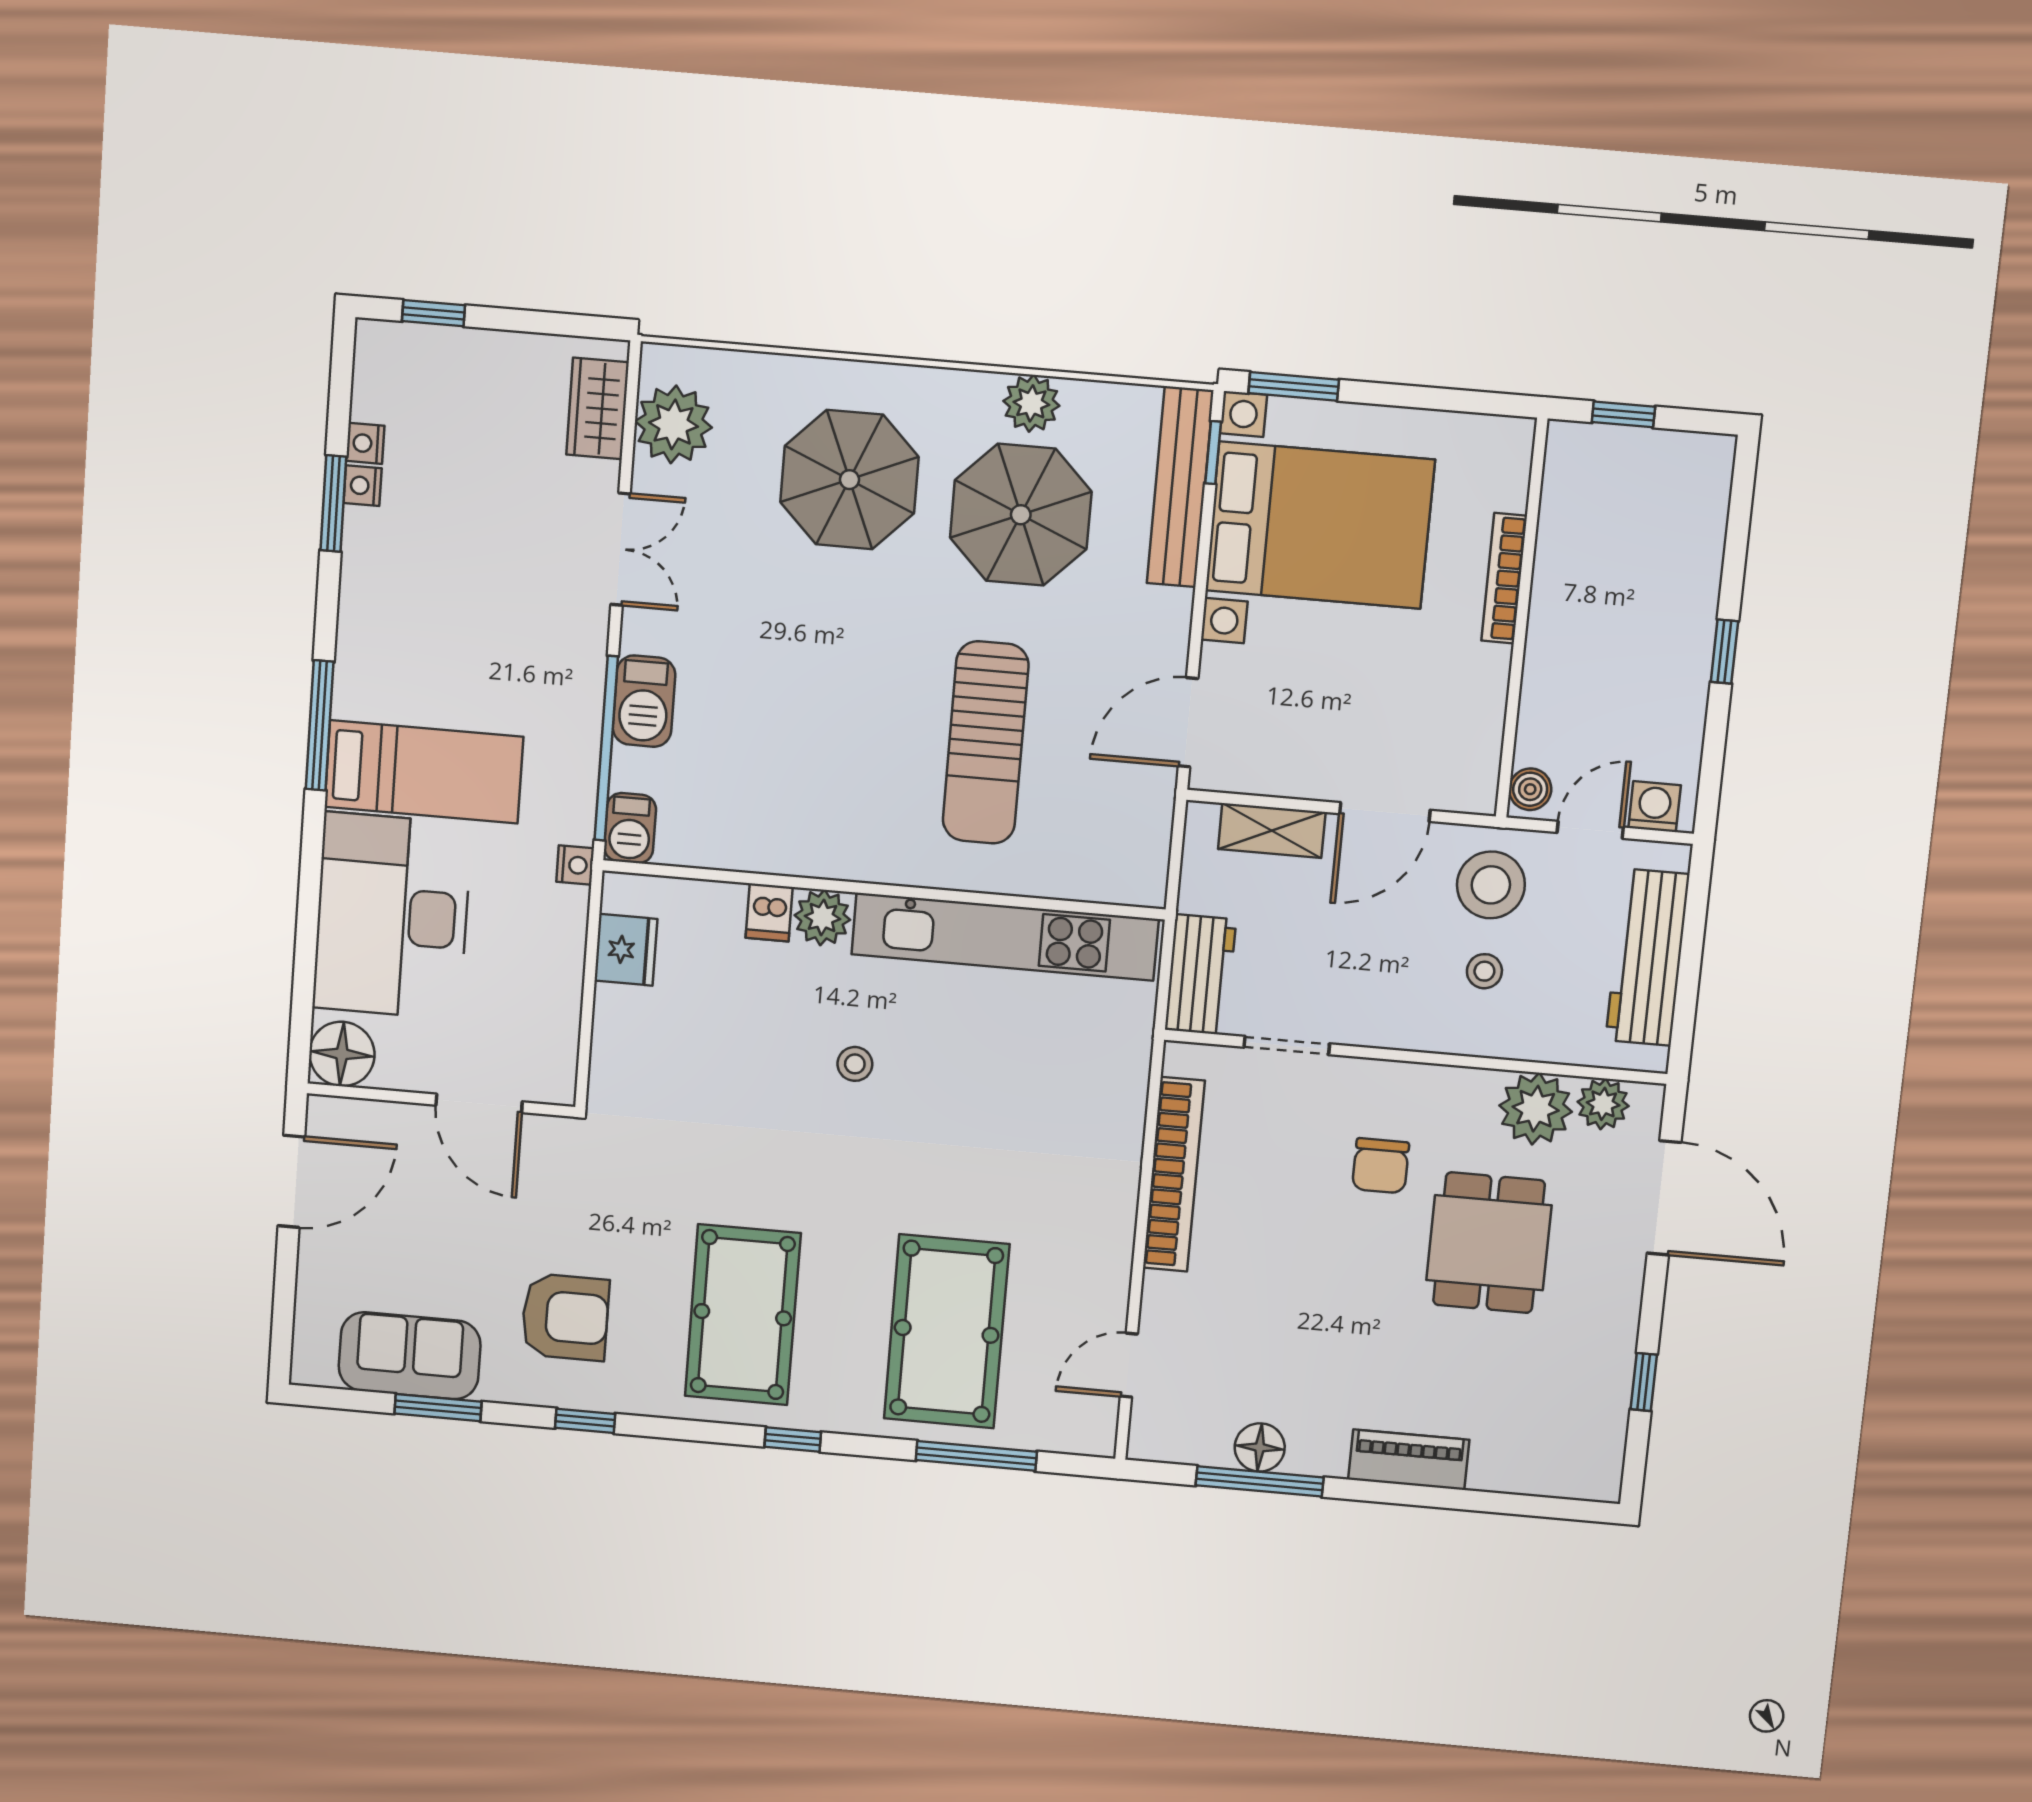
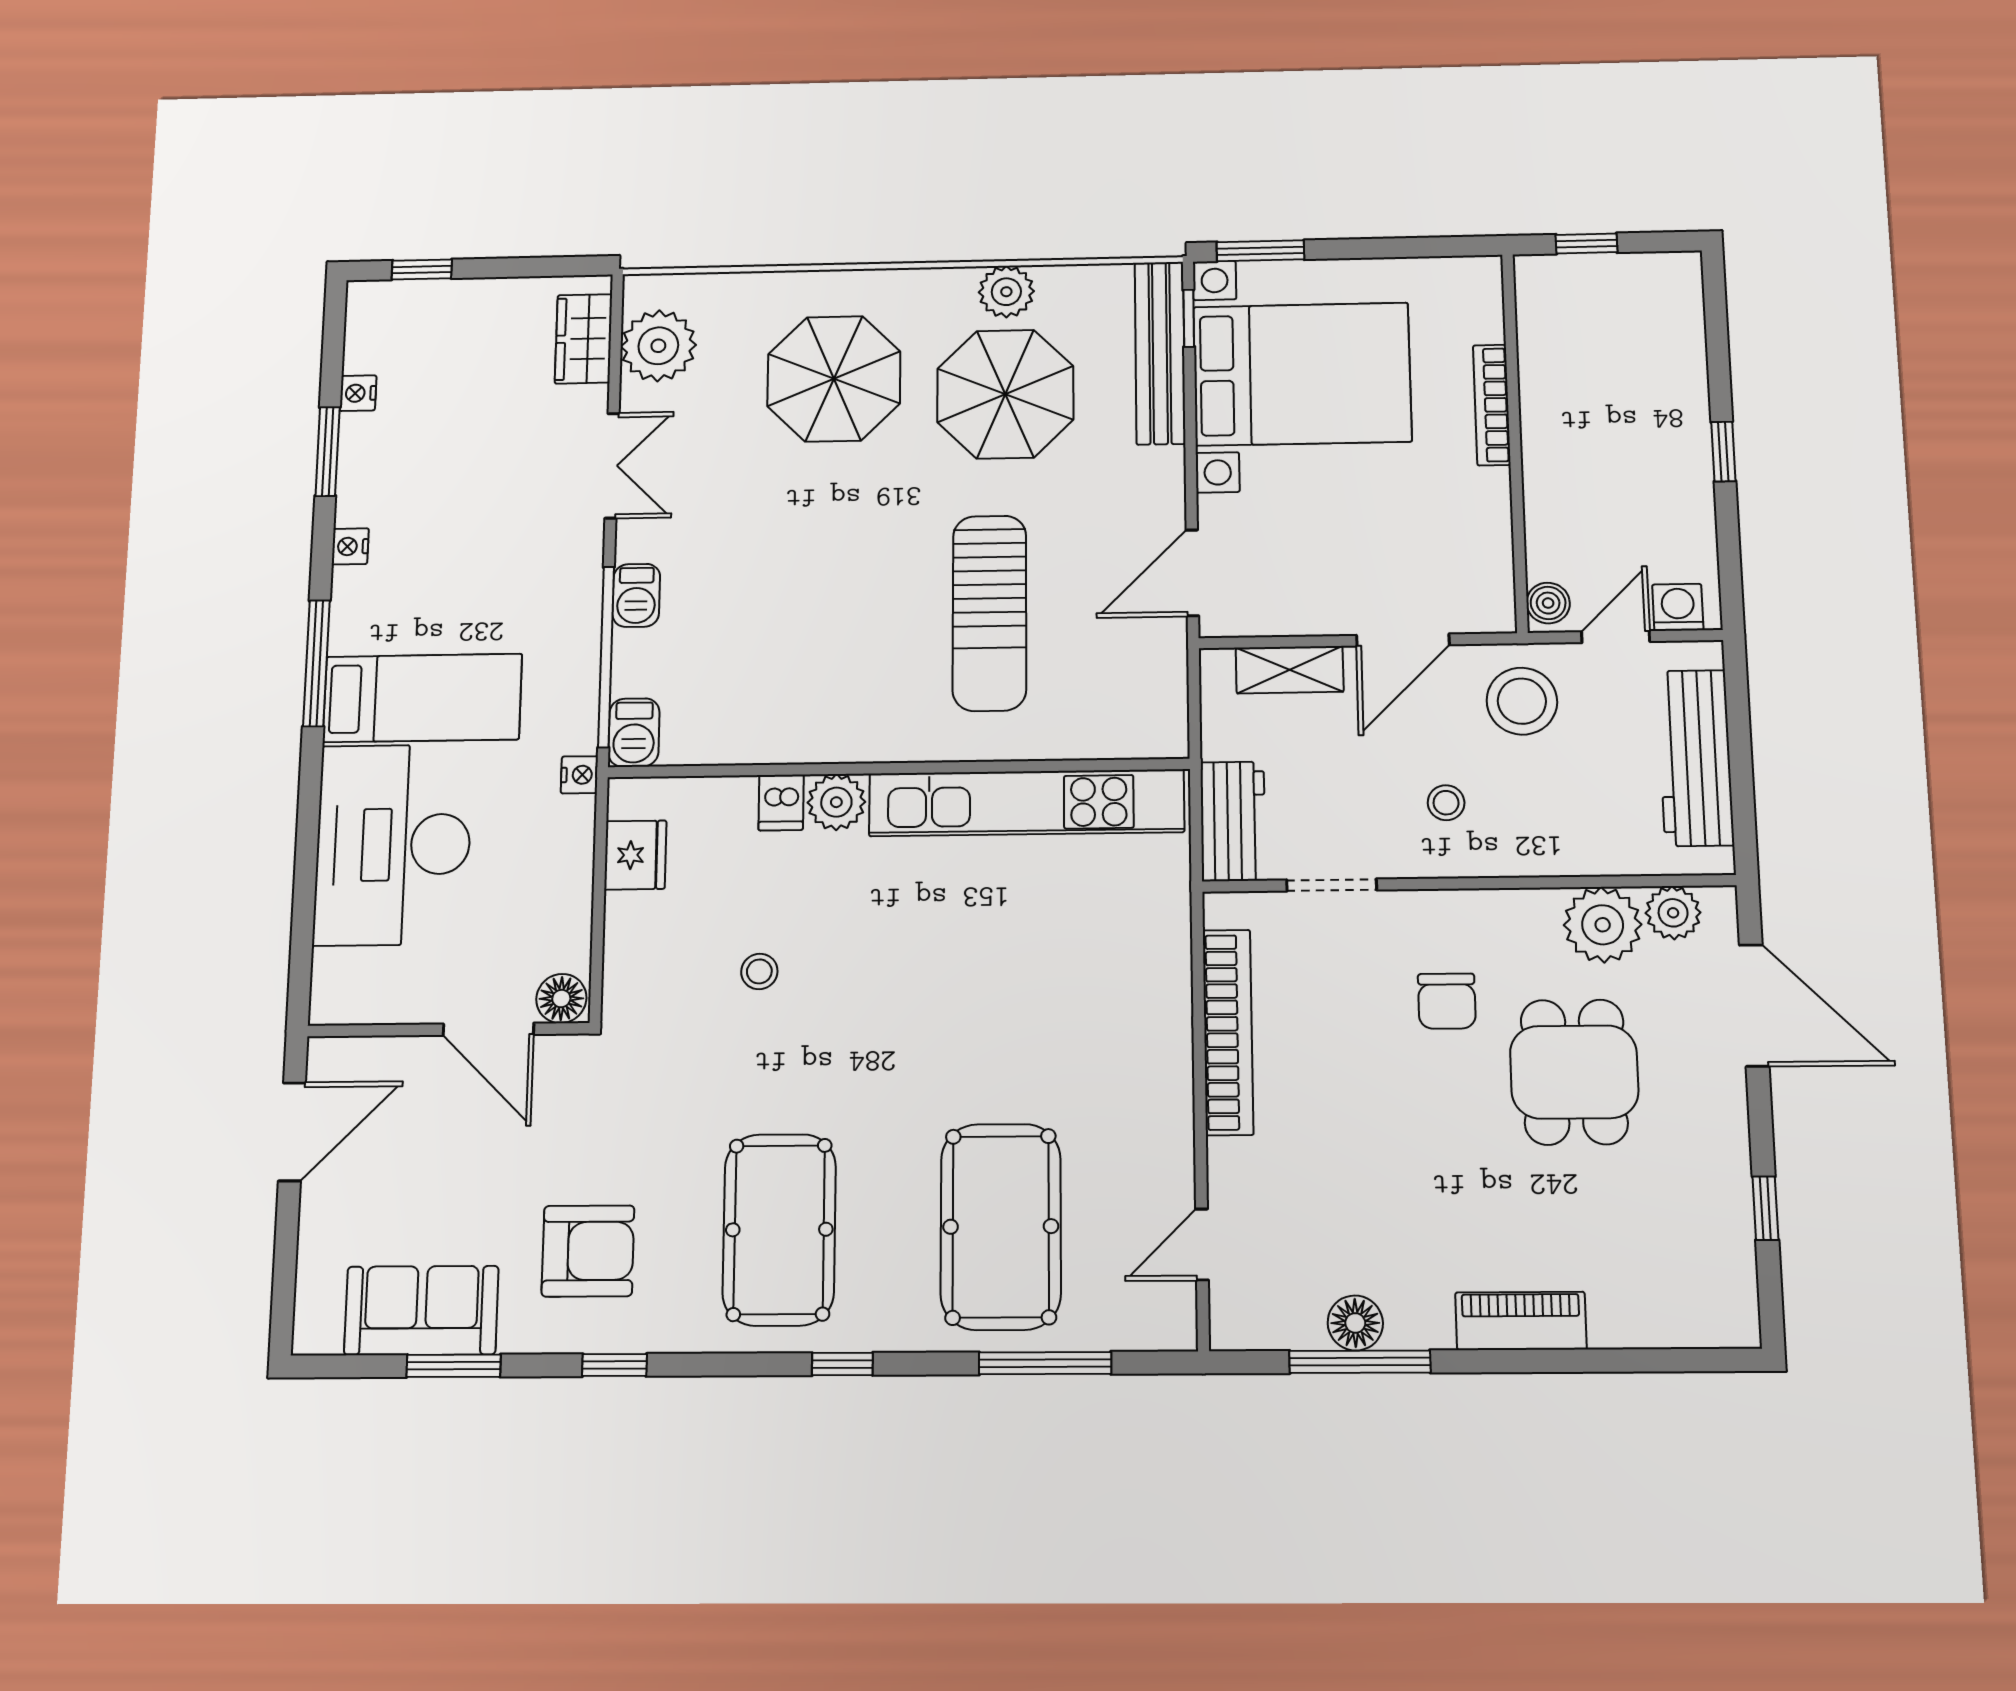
nightstand: (363, 486) -> (350, 546), moved
barbecue: (644, 701) -> (636, 595), width x0.73, depth x0.79
stool: (1484, 971) -> (1446, 803), moved
floor lamp: (342, 1054) -> (561, 999), moved, width x0.73, depth x0.73
stool: (855, 1064) -> (759, 971), moved

